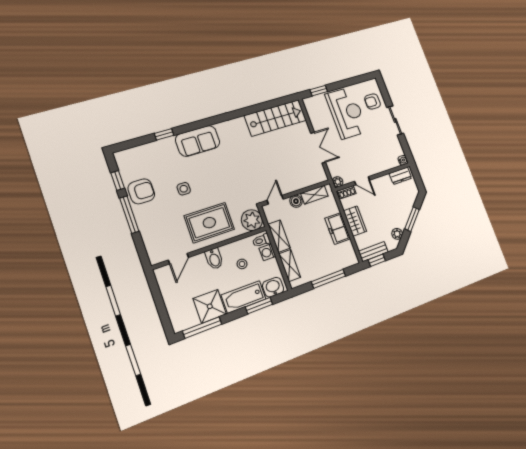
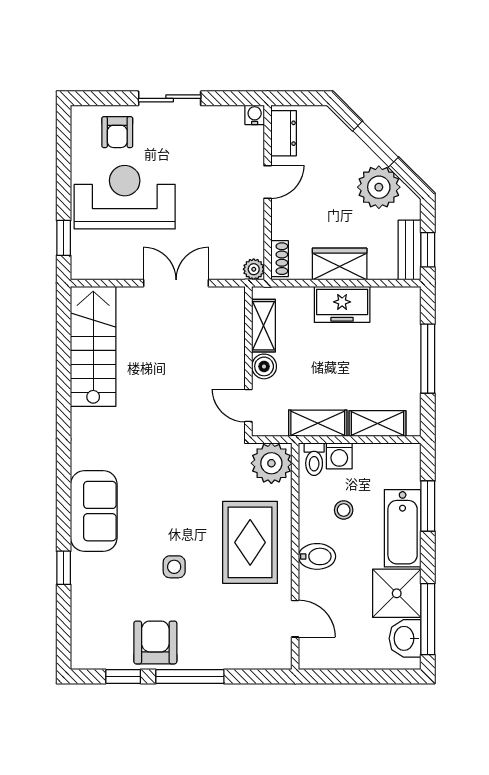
door: (362, 181) -> (268, 182), moved
plant: (397, 234) -> (379, 187), width x1.88, depth x1.88
washbasin: (273, 287) -> (405, 638), moved

